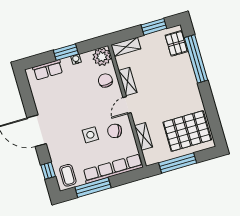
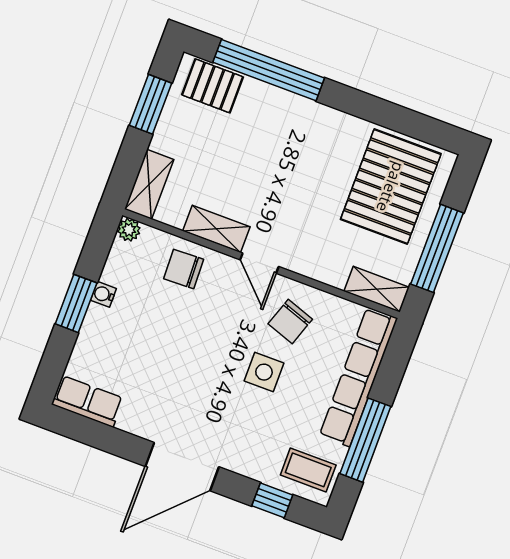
plant: (102, 57) -> (129, 230), width x0.53, depth x0.53
row of seats: (48, 70) -> (88, 401), moved, turned -90
shelving: (143, 136) -> (377, 289), moved

